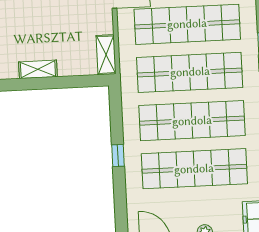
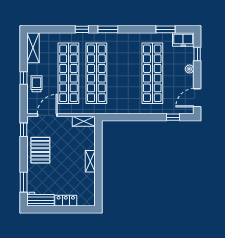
shop shelf: (192, 121) -> (124, 73), removed
window: (118, 155) -> (173, 117), moved

